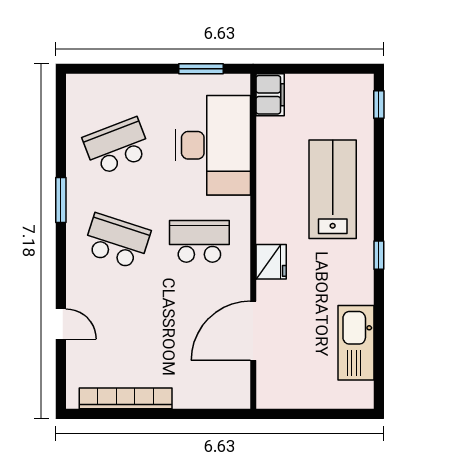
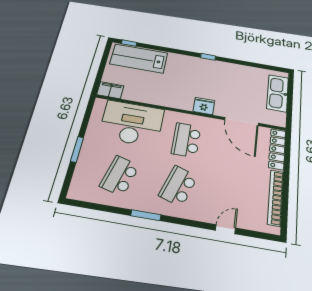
window: (201, 69) -> (77, 149), moved
school desk: (117, 146) -> (120, 176), turned 36
lab bench: (333, 189) -> (139, 58), moved
kitchen sink: (356, 343) -> (278, 93), moved, turned 90
locker: (212, 396) -> (277, 149), added

